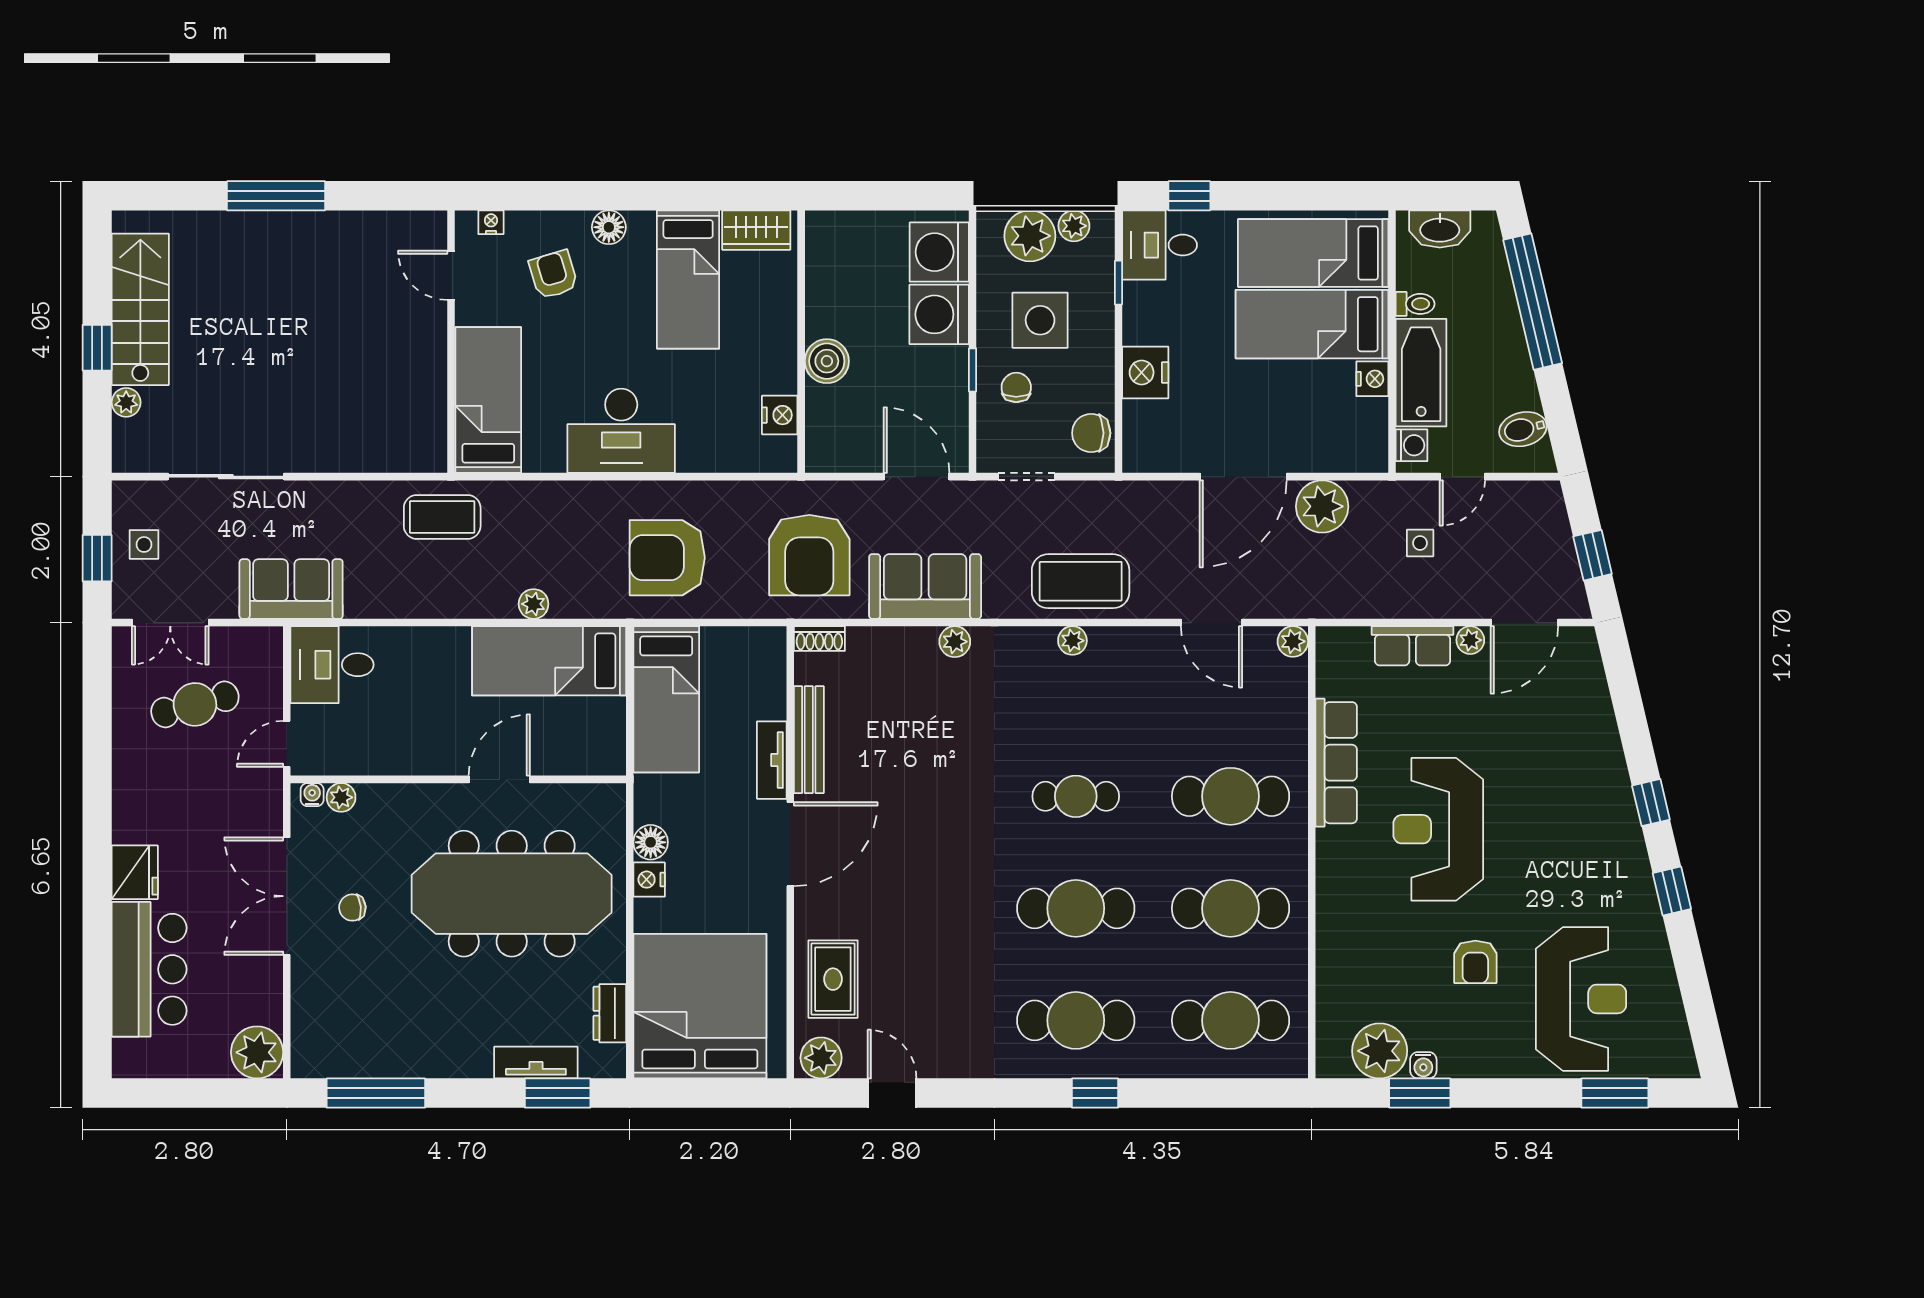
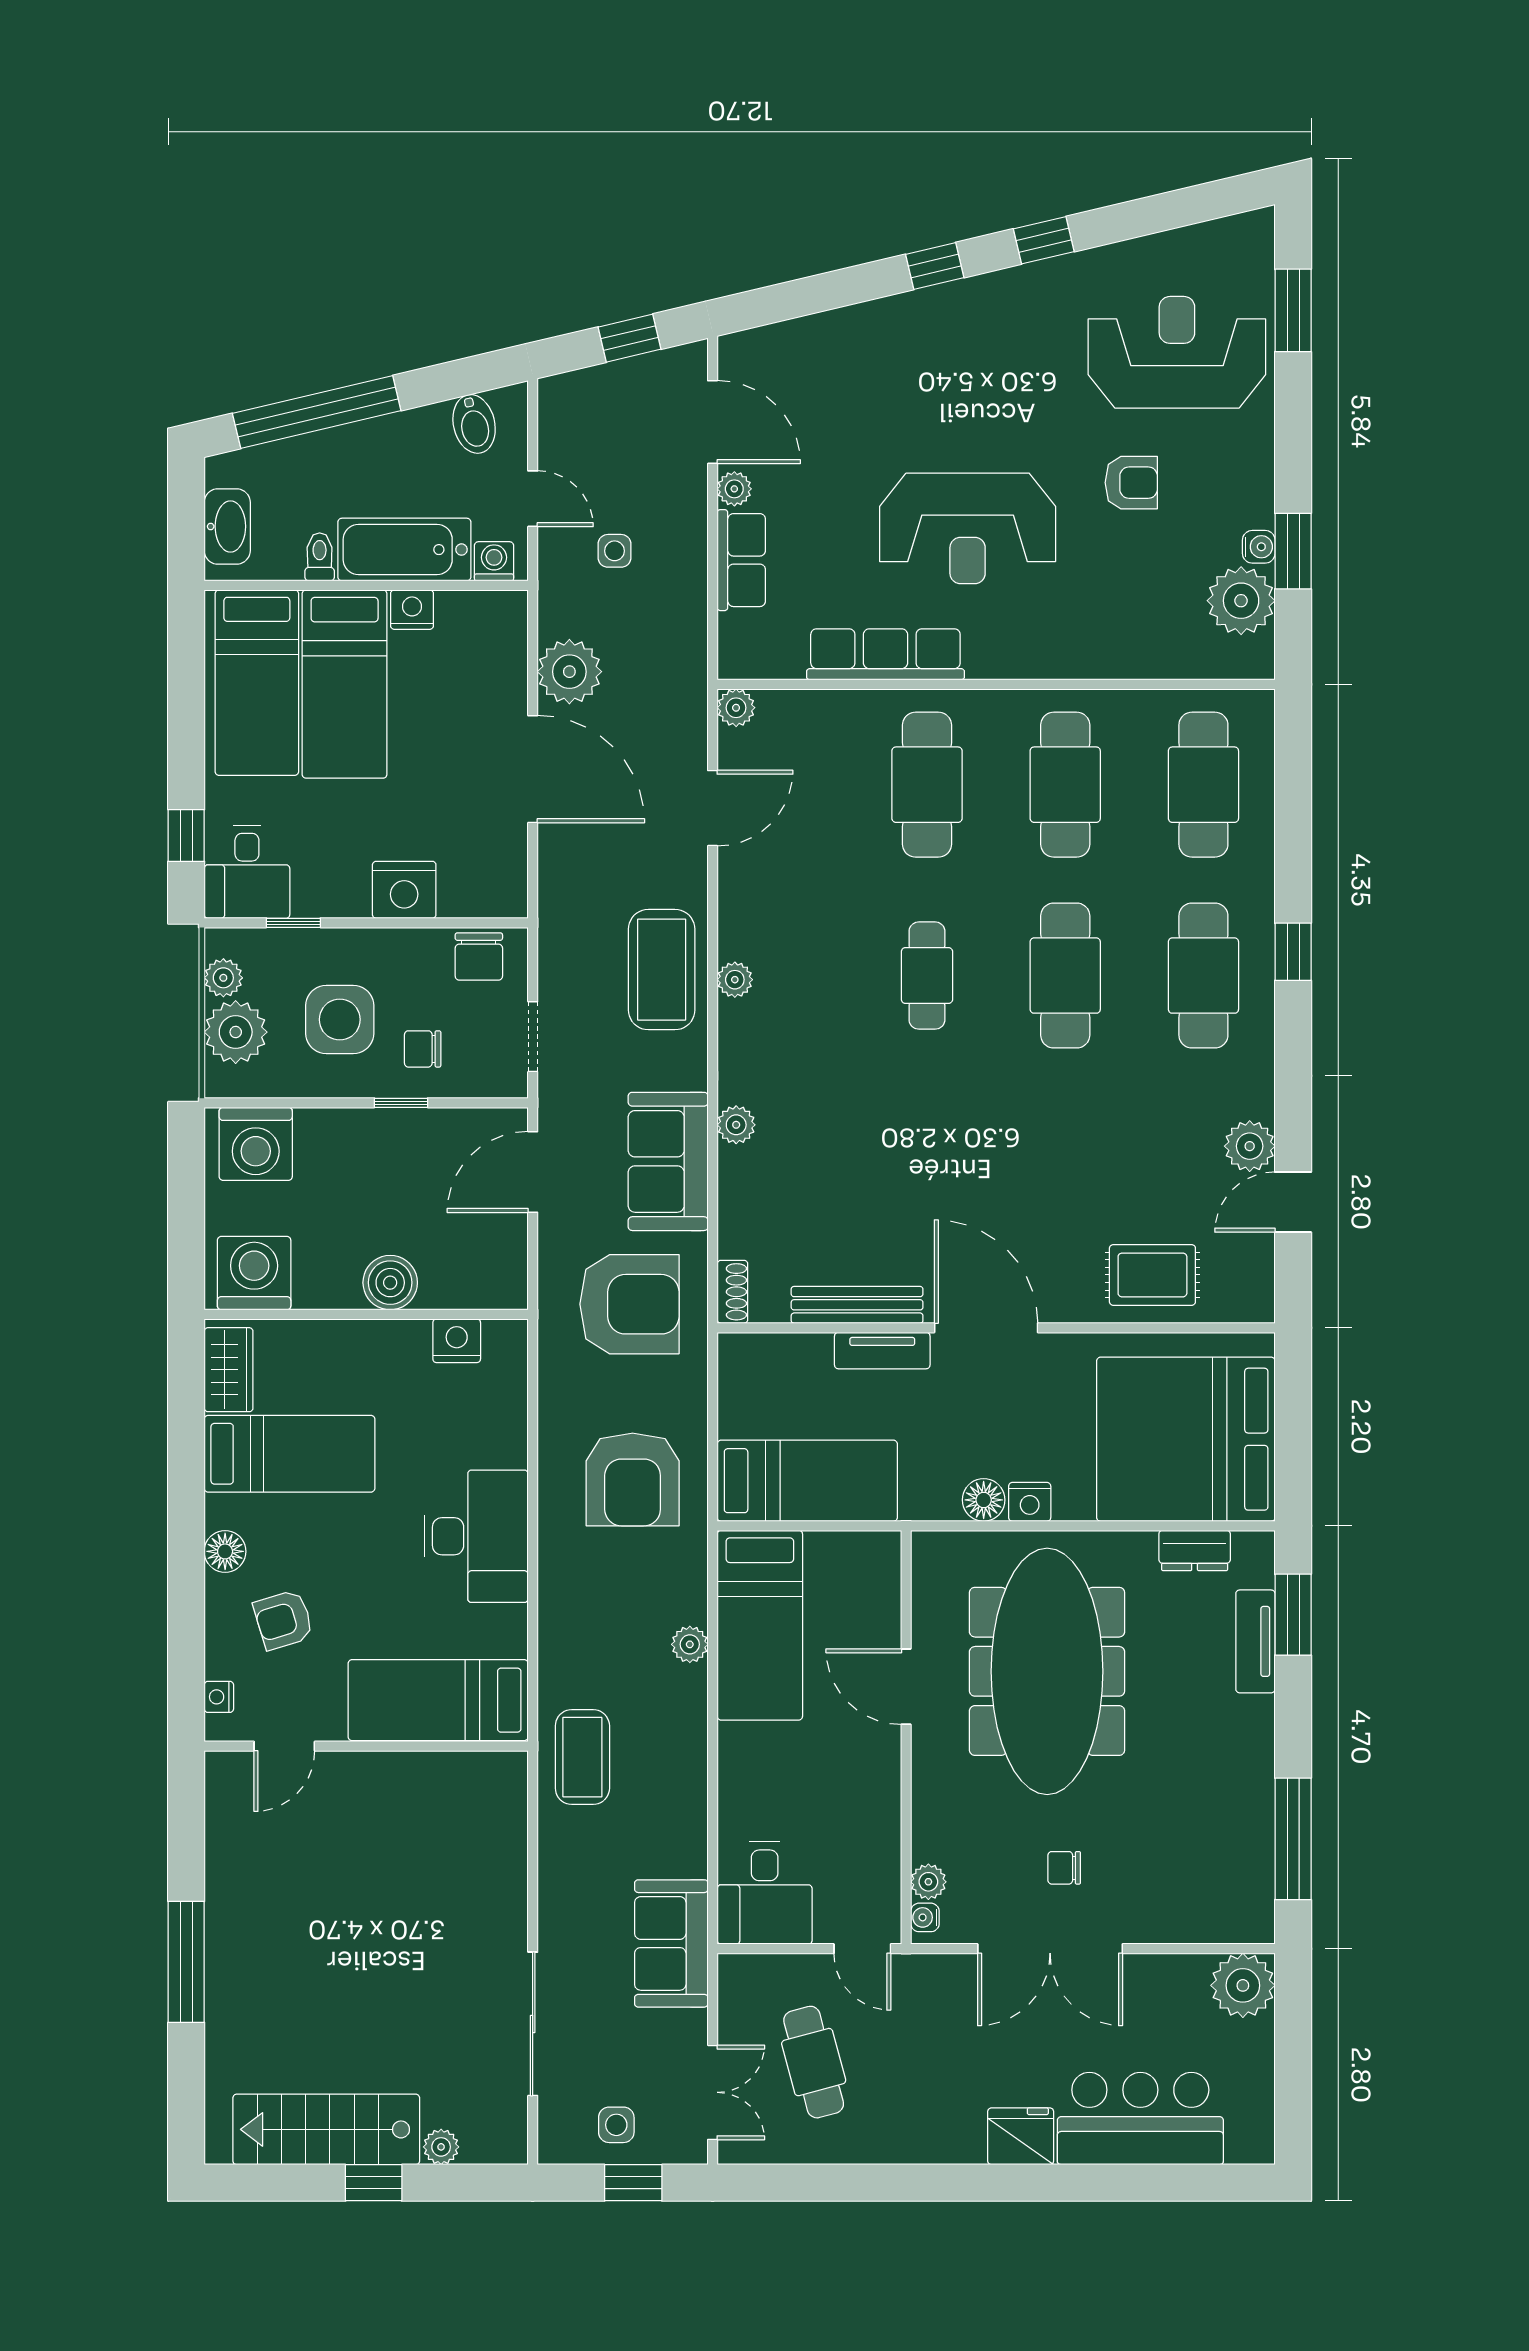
washing machine: (939, 314) -> (254, 1273), moved, turned 180
chair: (352, 908) -> (1064, 1868), turned 95
plant: (821, 1058) -> (1250, 1146), moved

